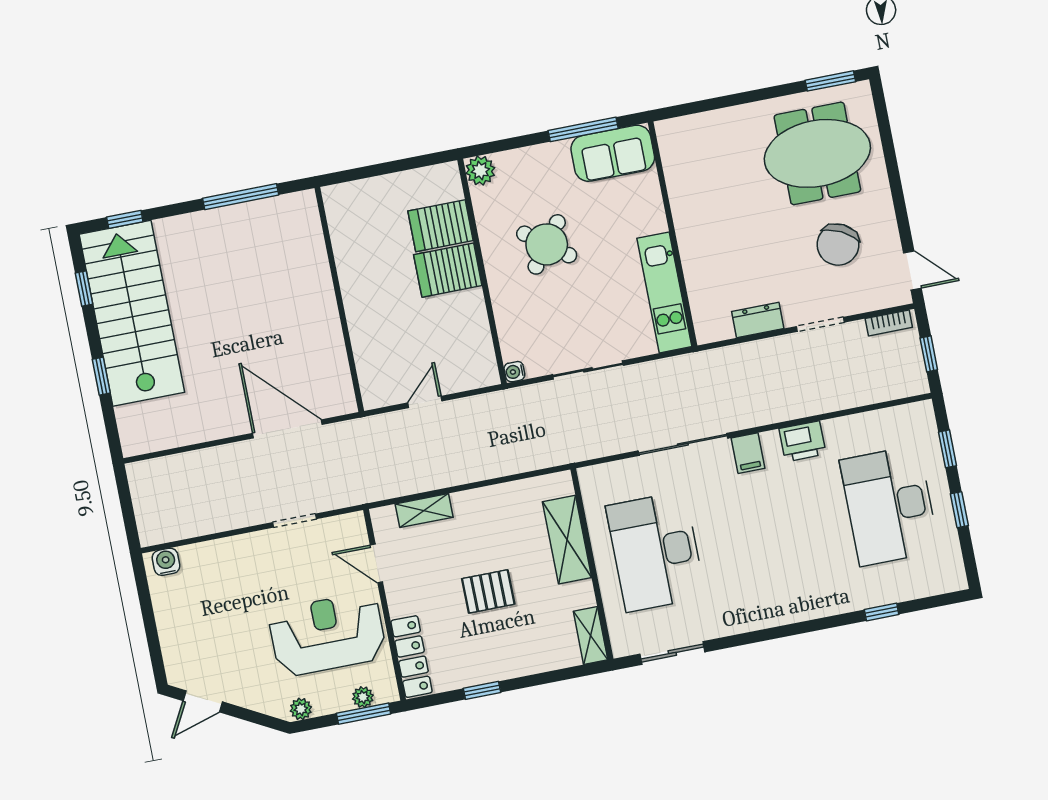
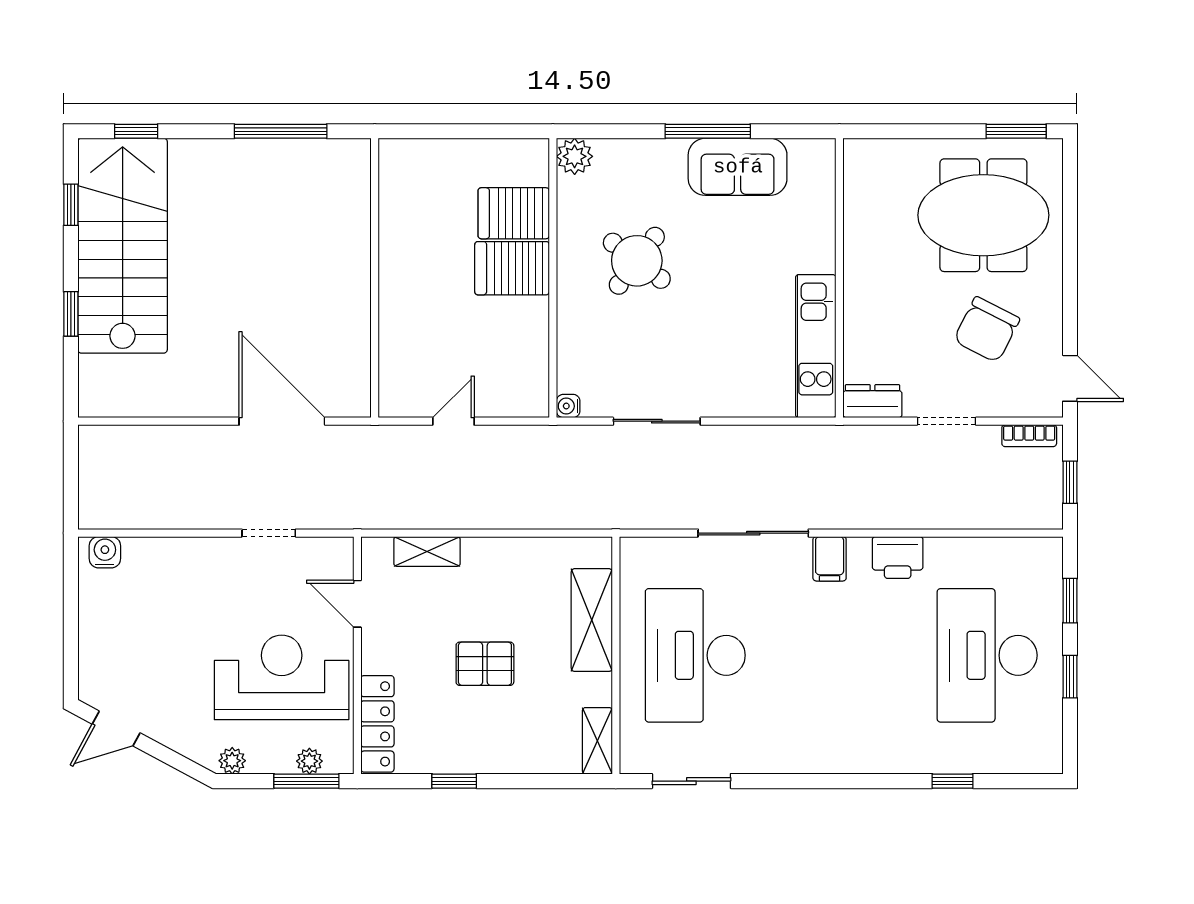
wall: (673, 234) -> (839, 278), moved
kitchen unit: (664, 292) -> (816, 346), moved

